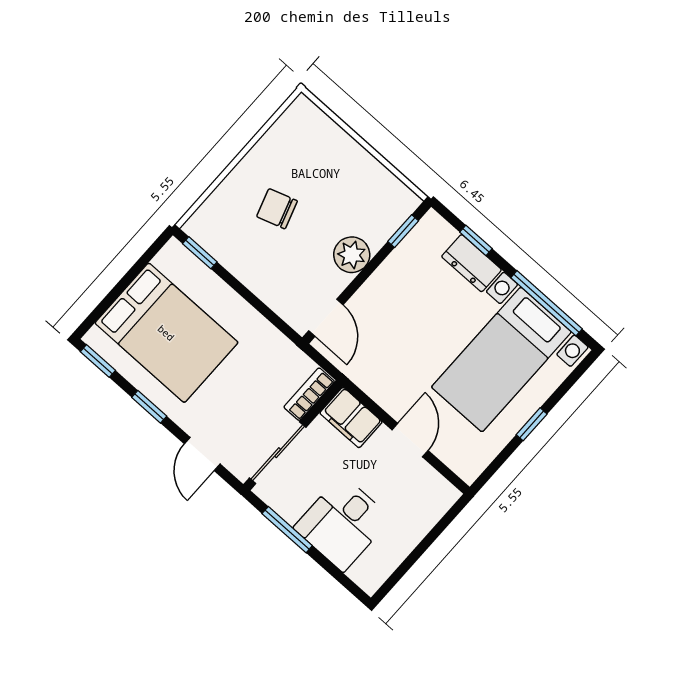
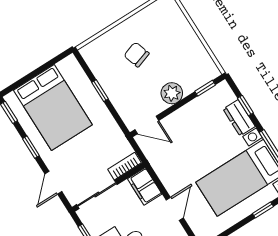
window: (200, 253) -> (100, 91), moved
door: (326, 318) -> (147, 125), hinge flipped
window: (532, 424) -> (263, 210), moved

